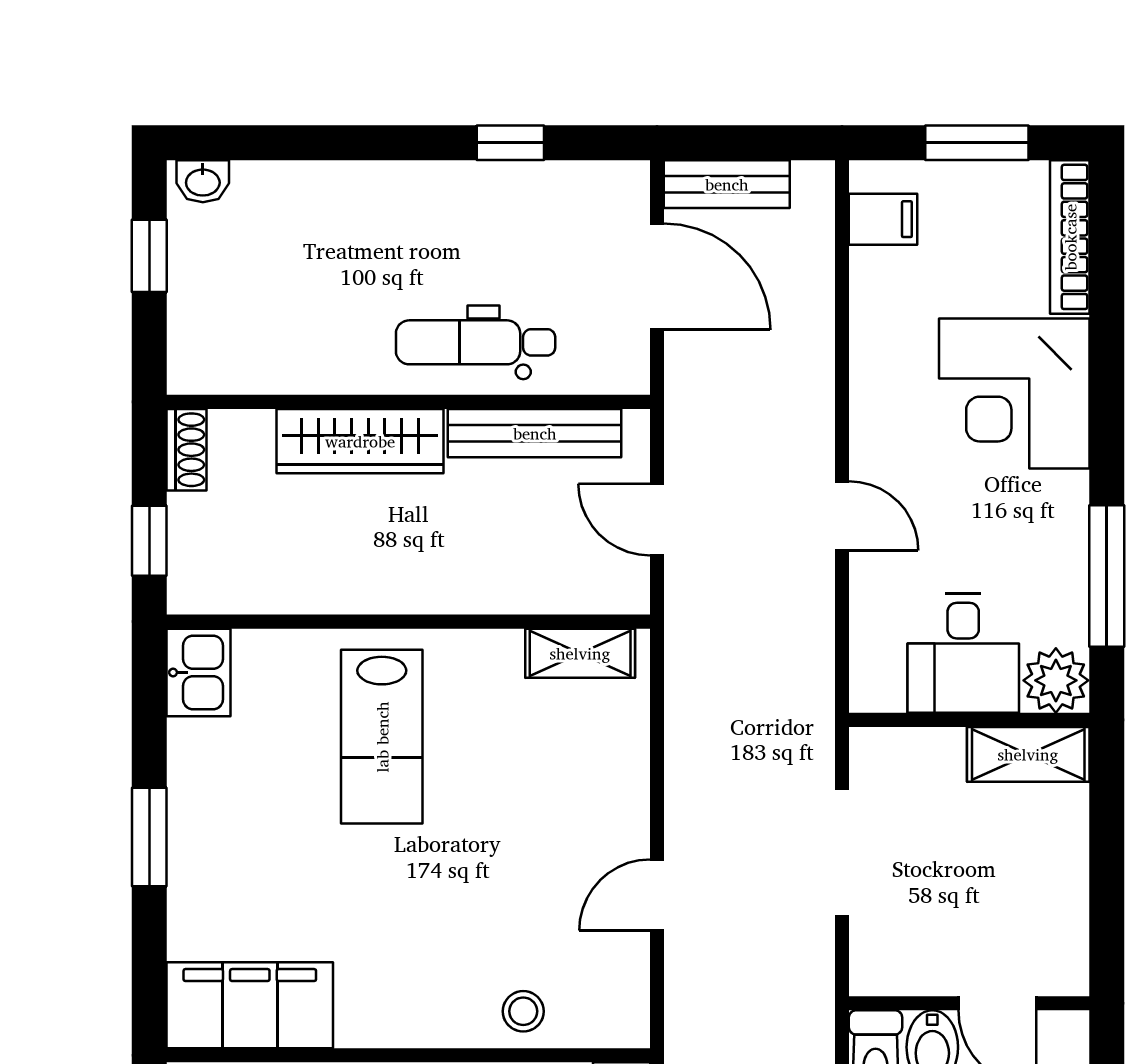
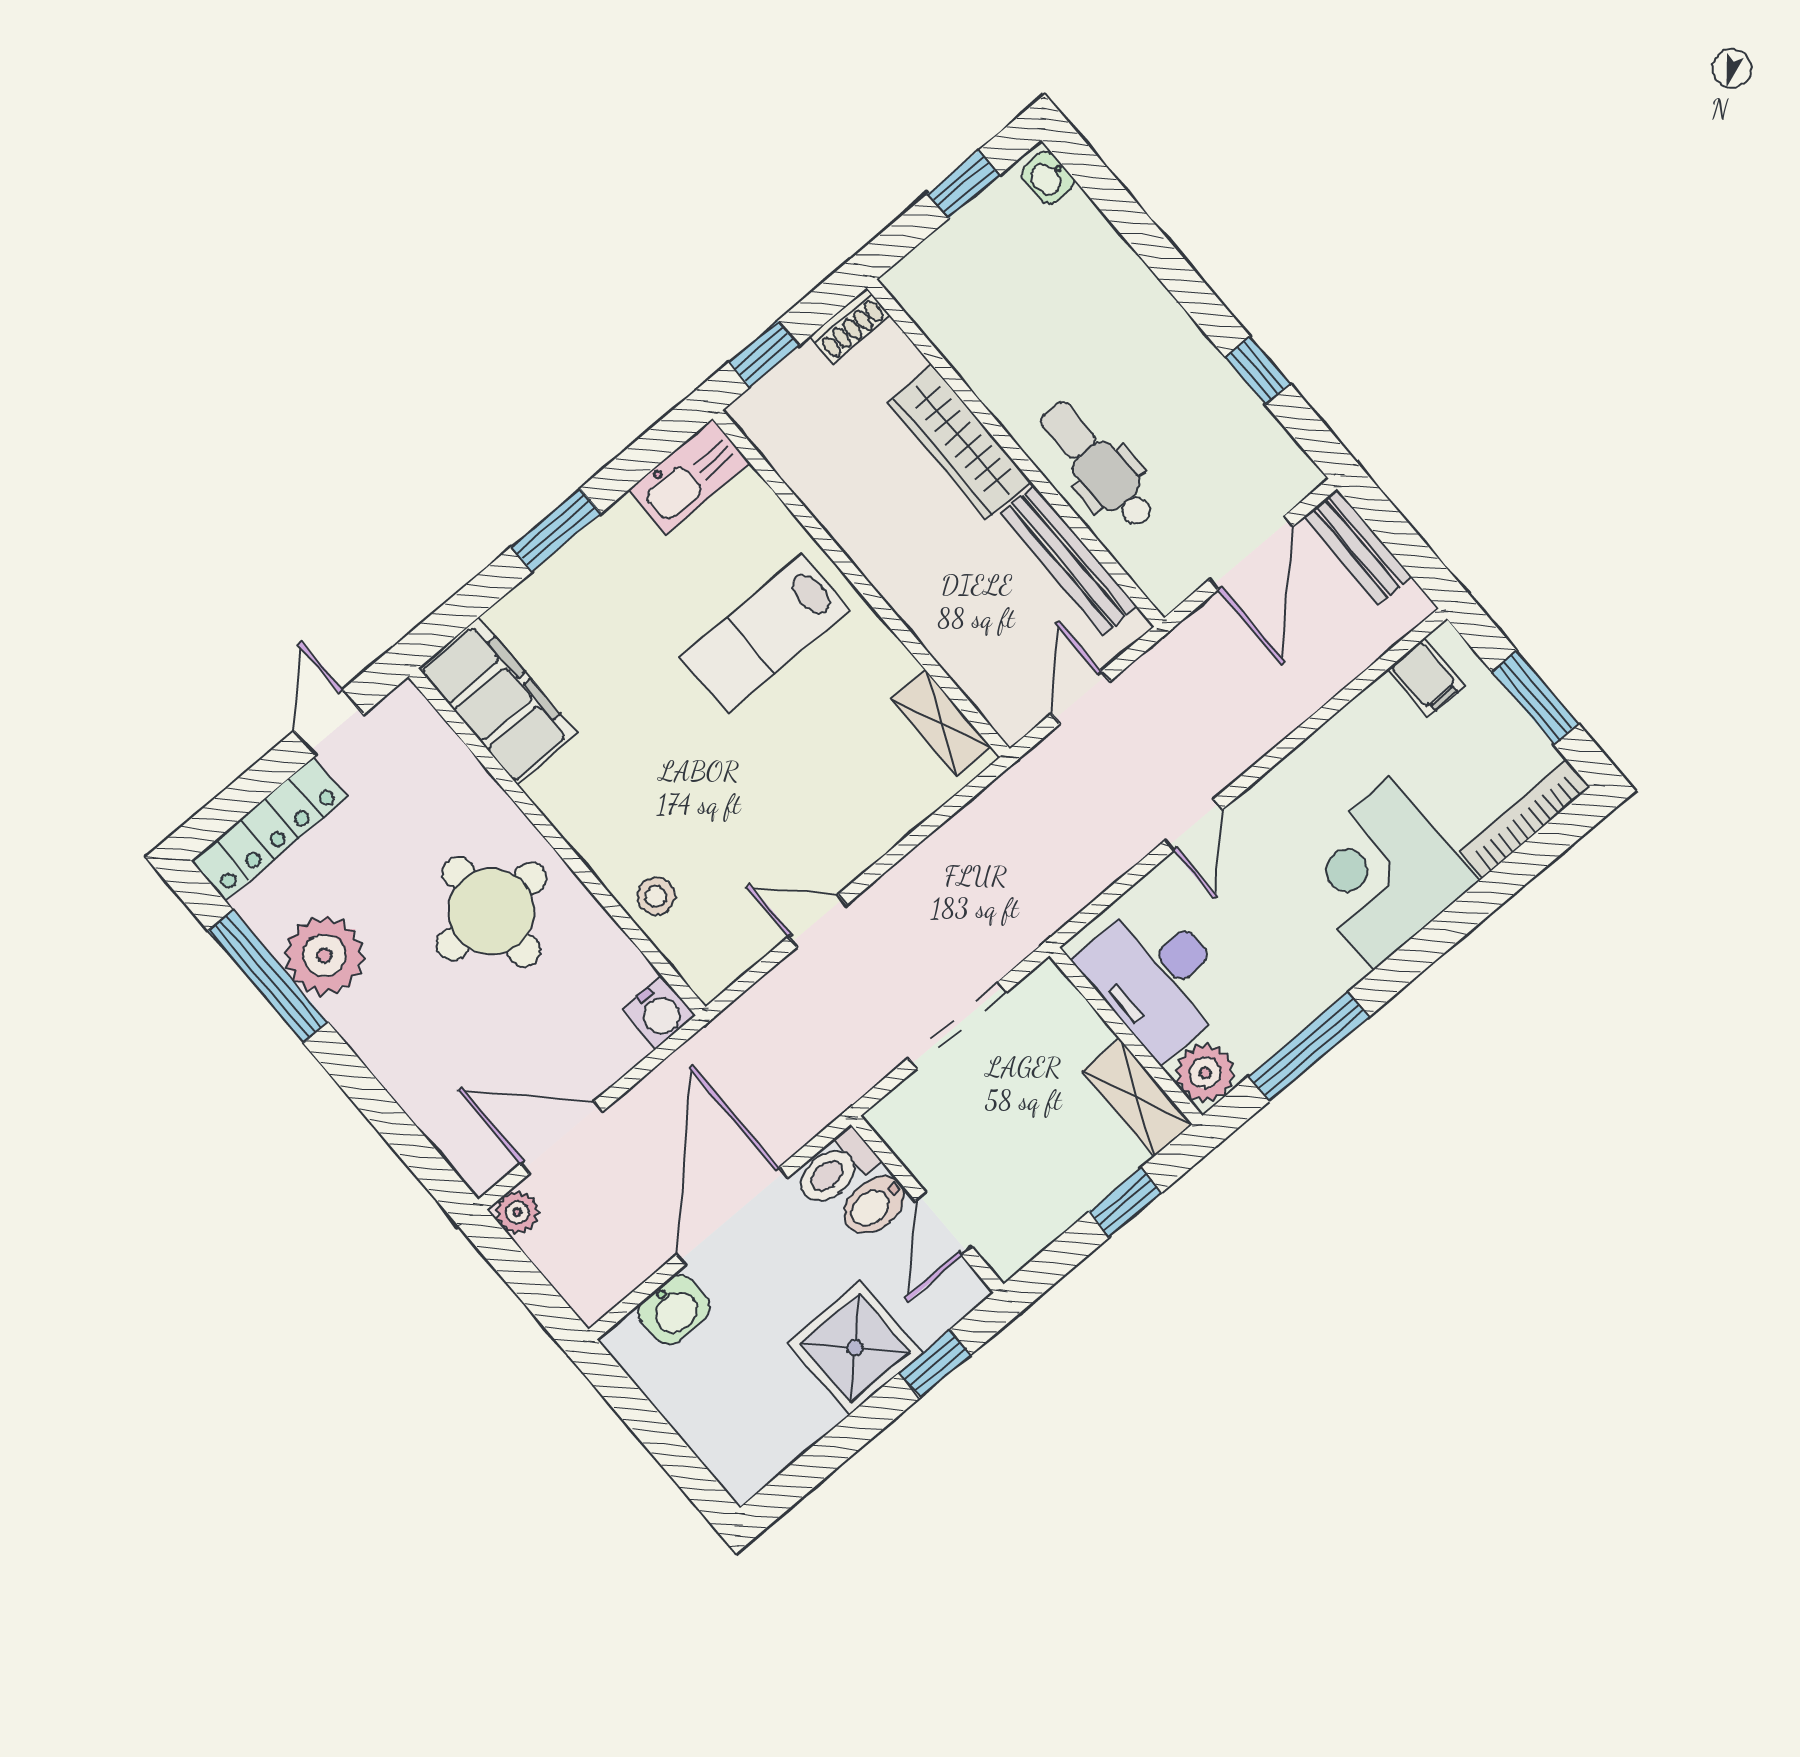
desk: (963, 653) -> (1157, 977), width x1.37
kitchen sink: (199, 672) -> (689, 477), width x1.38
window: (1107, 838) -> (1125, 1202), added

